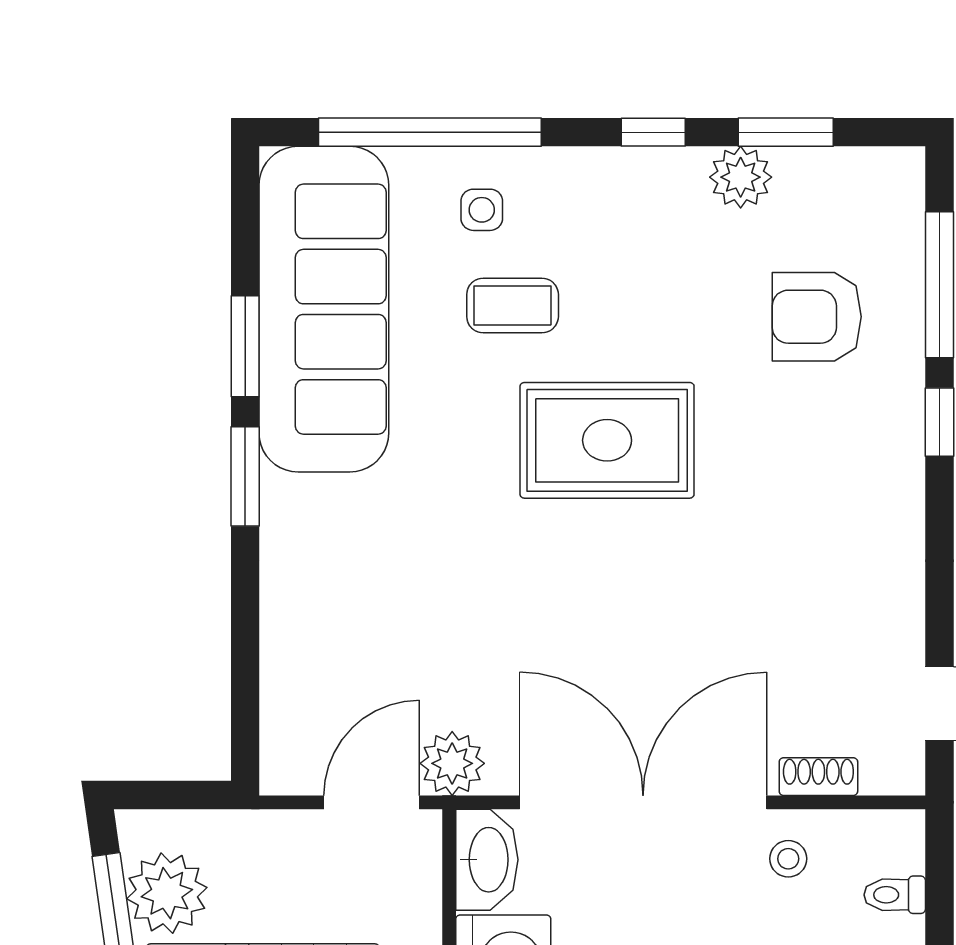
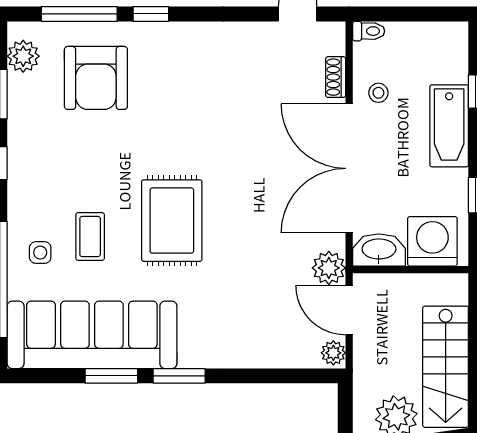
plant: (741, 177) -> (23, 56), moved
armchair: (817, 317) -> (96, 78), width x1.36, depth x1.36
rug: (607, 440) -> (172, 221), moved
plant: (289, 772) -> (333, 353), added
toilet: (895, 895) -> (369, 31), moved, turned -90

